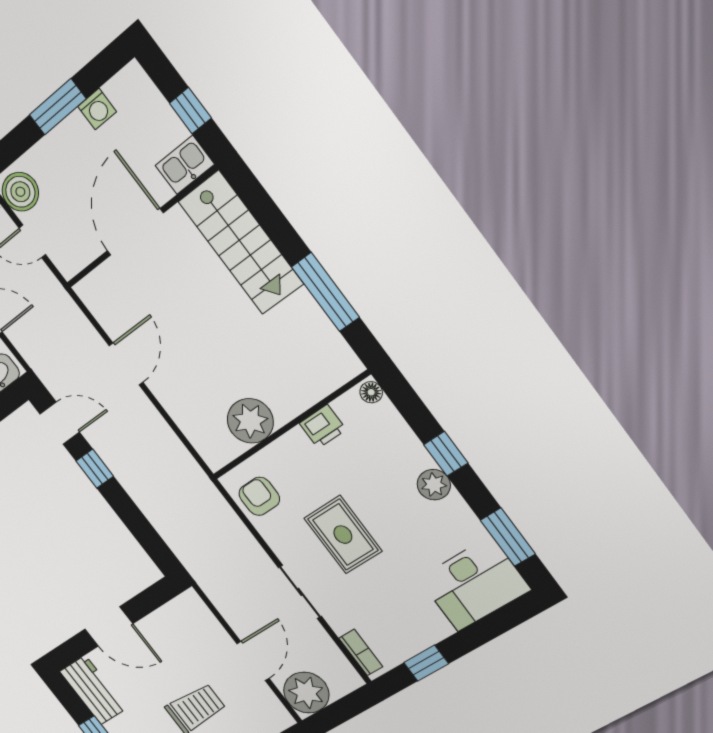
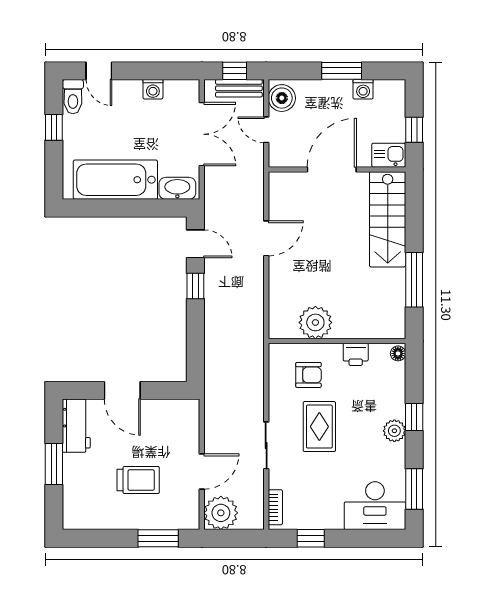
armchair: (259, 496) -> (308, 375), moved, turned 90

